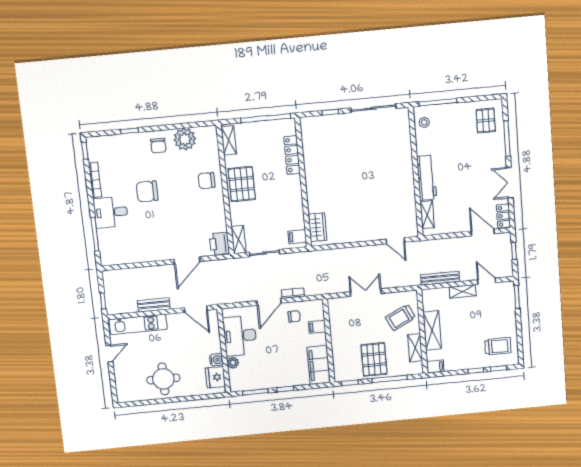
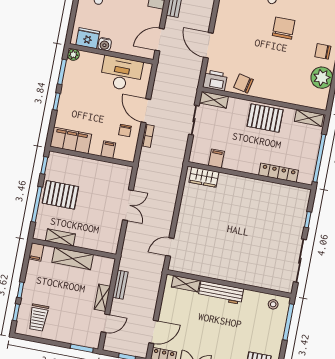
chair: (207, 181) -> (243, 83), moved, turned -78
filing cabinet: (297, 237) -> (216, 158), moved
bench: (440, 278) -> (120, 285), width x0.73
trolley: (400, 317) -> (94, 232), removed
plant: (233, 363) -> (73, 55), moved

